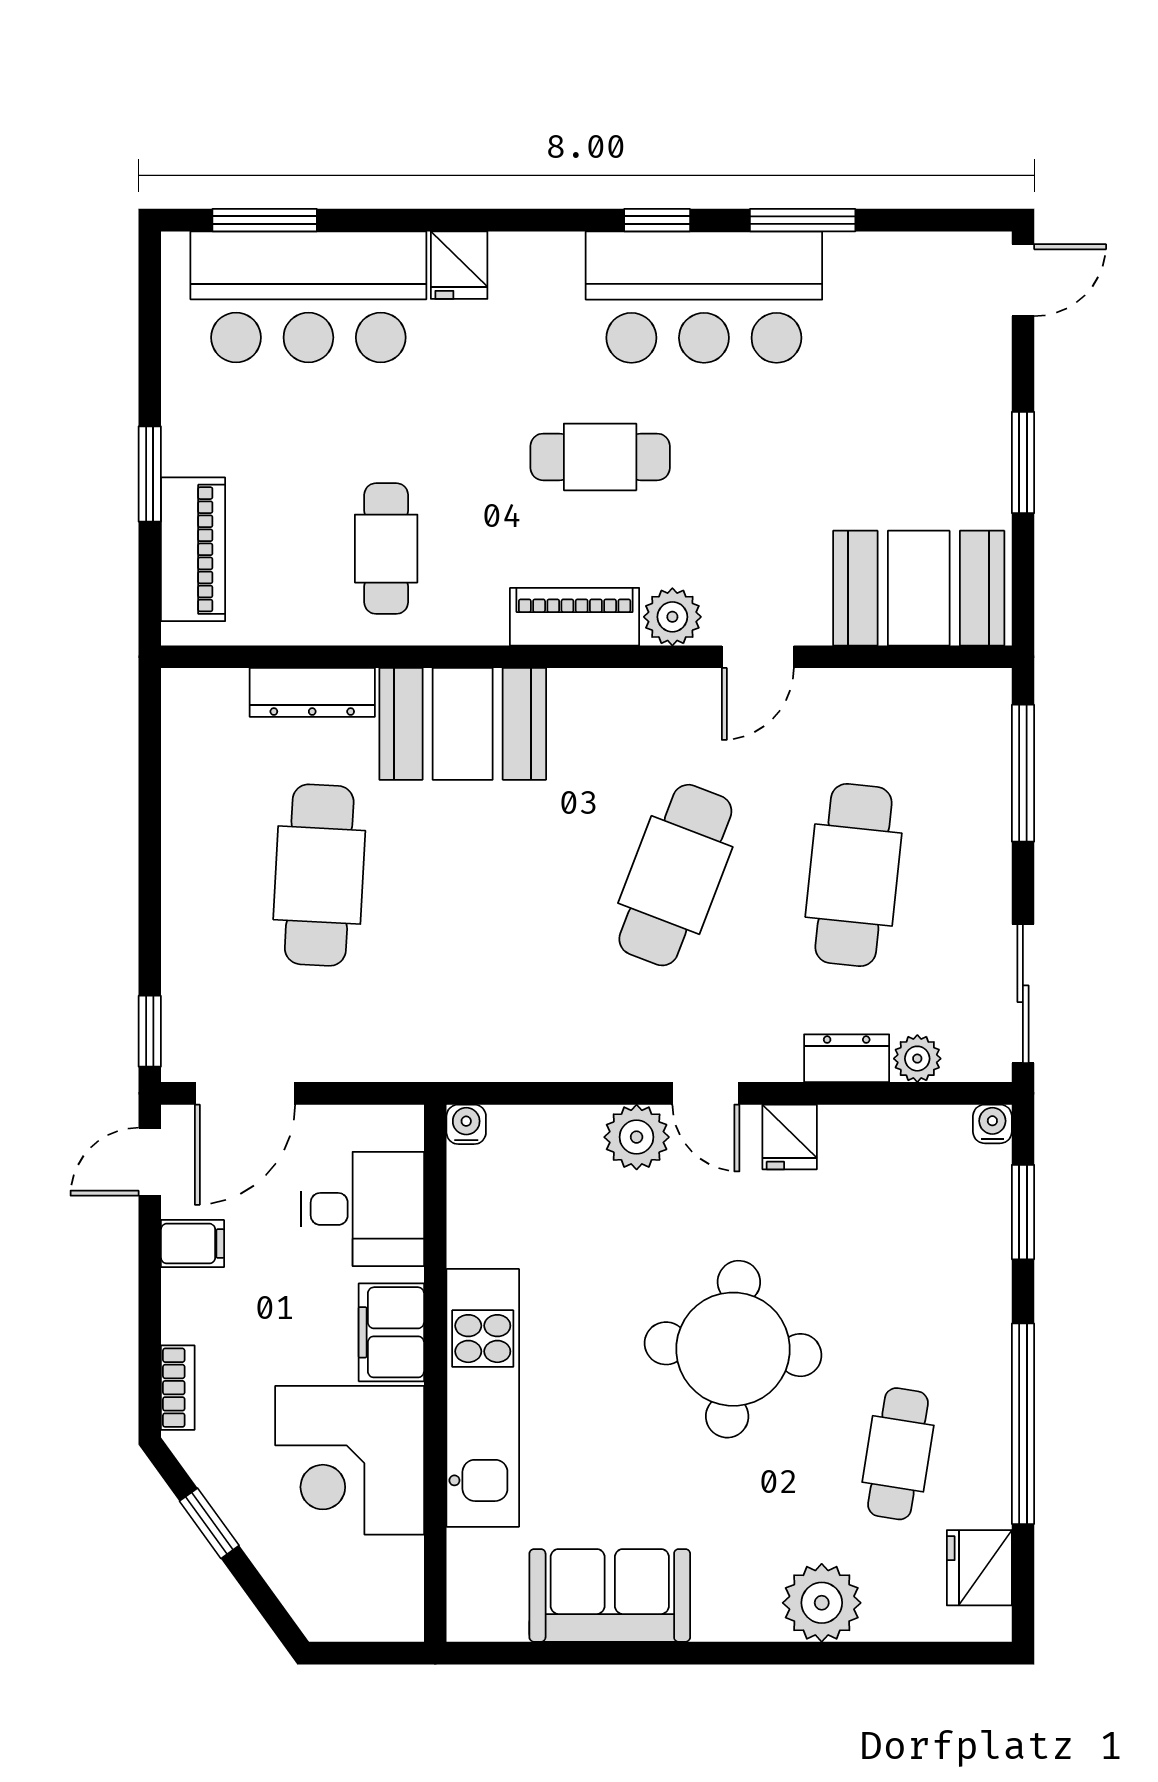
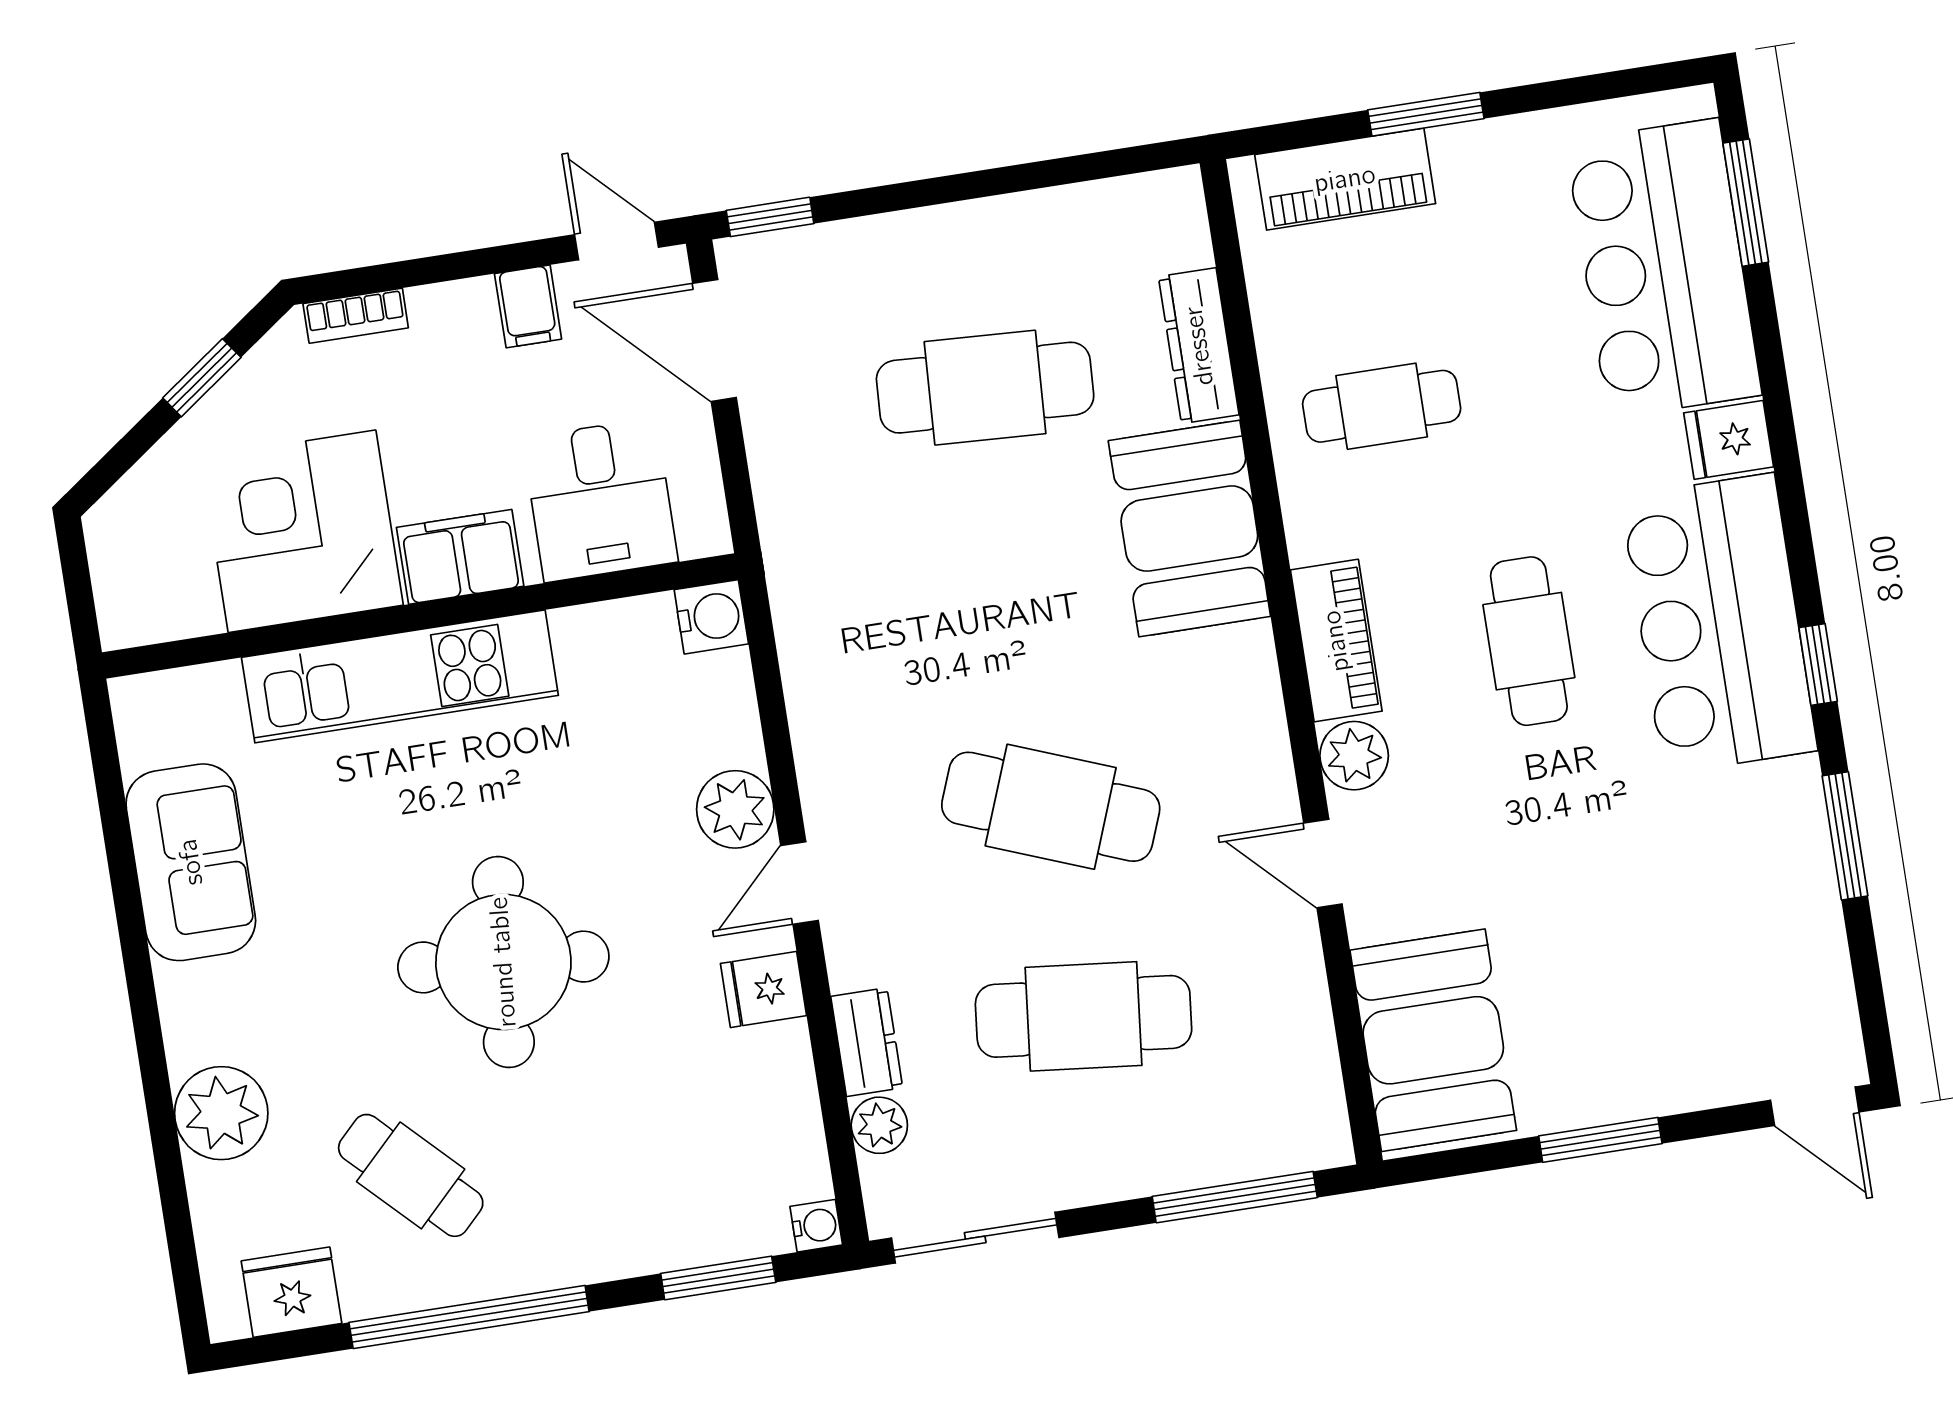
bar counter: (704, 297) -> (1719, 624), moved
water cooler: (466, 1124) -> (711, 617), width x1.38, depth x1.38
cafe table: (898, 1454) -> (411, 1175), turned 36

